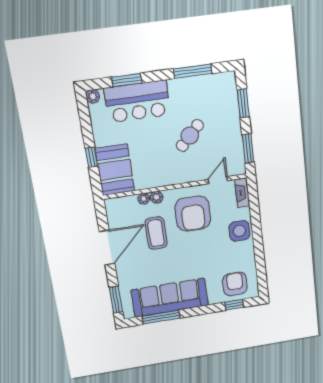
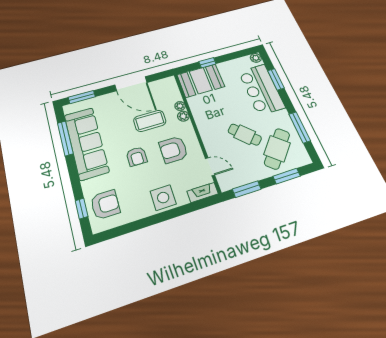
cafe table: (212, 105) -> (277, 149), added
armchair: (193, 214) -> (173, 150), width x0.73, depth x0.73
armchair: (193, 251) -> (137, 156), added

